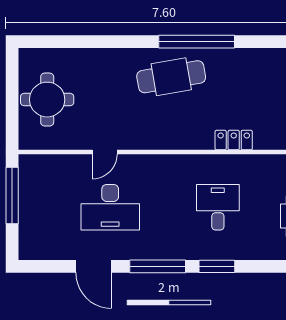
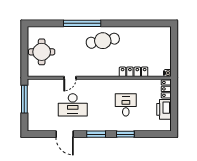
window: (197, 42) -> (82, 23), moved
locker: (234, 140) -> (134, 72), width x1.53
window: (158, 266) -> (96, 134), width x0.69

